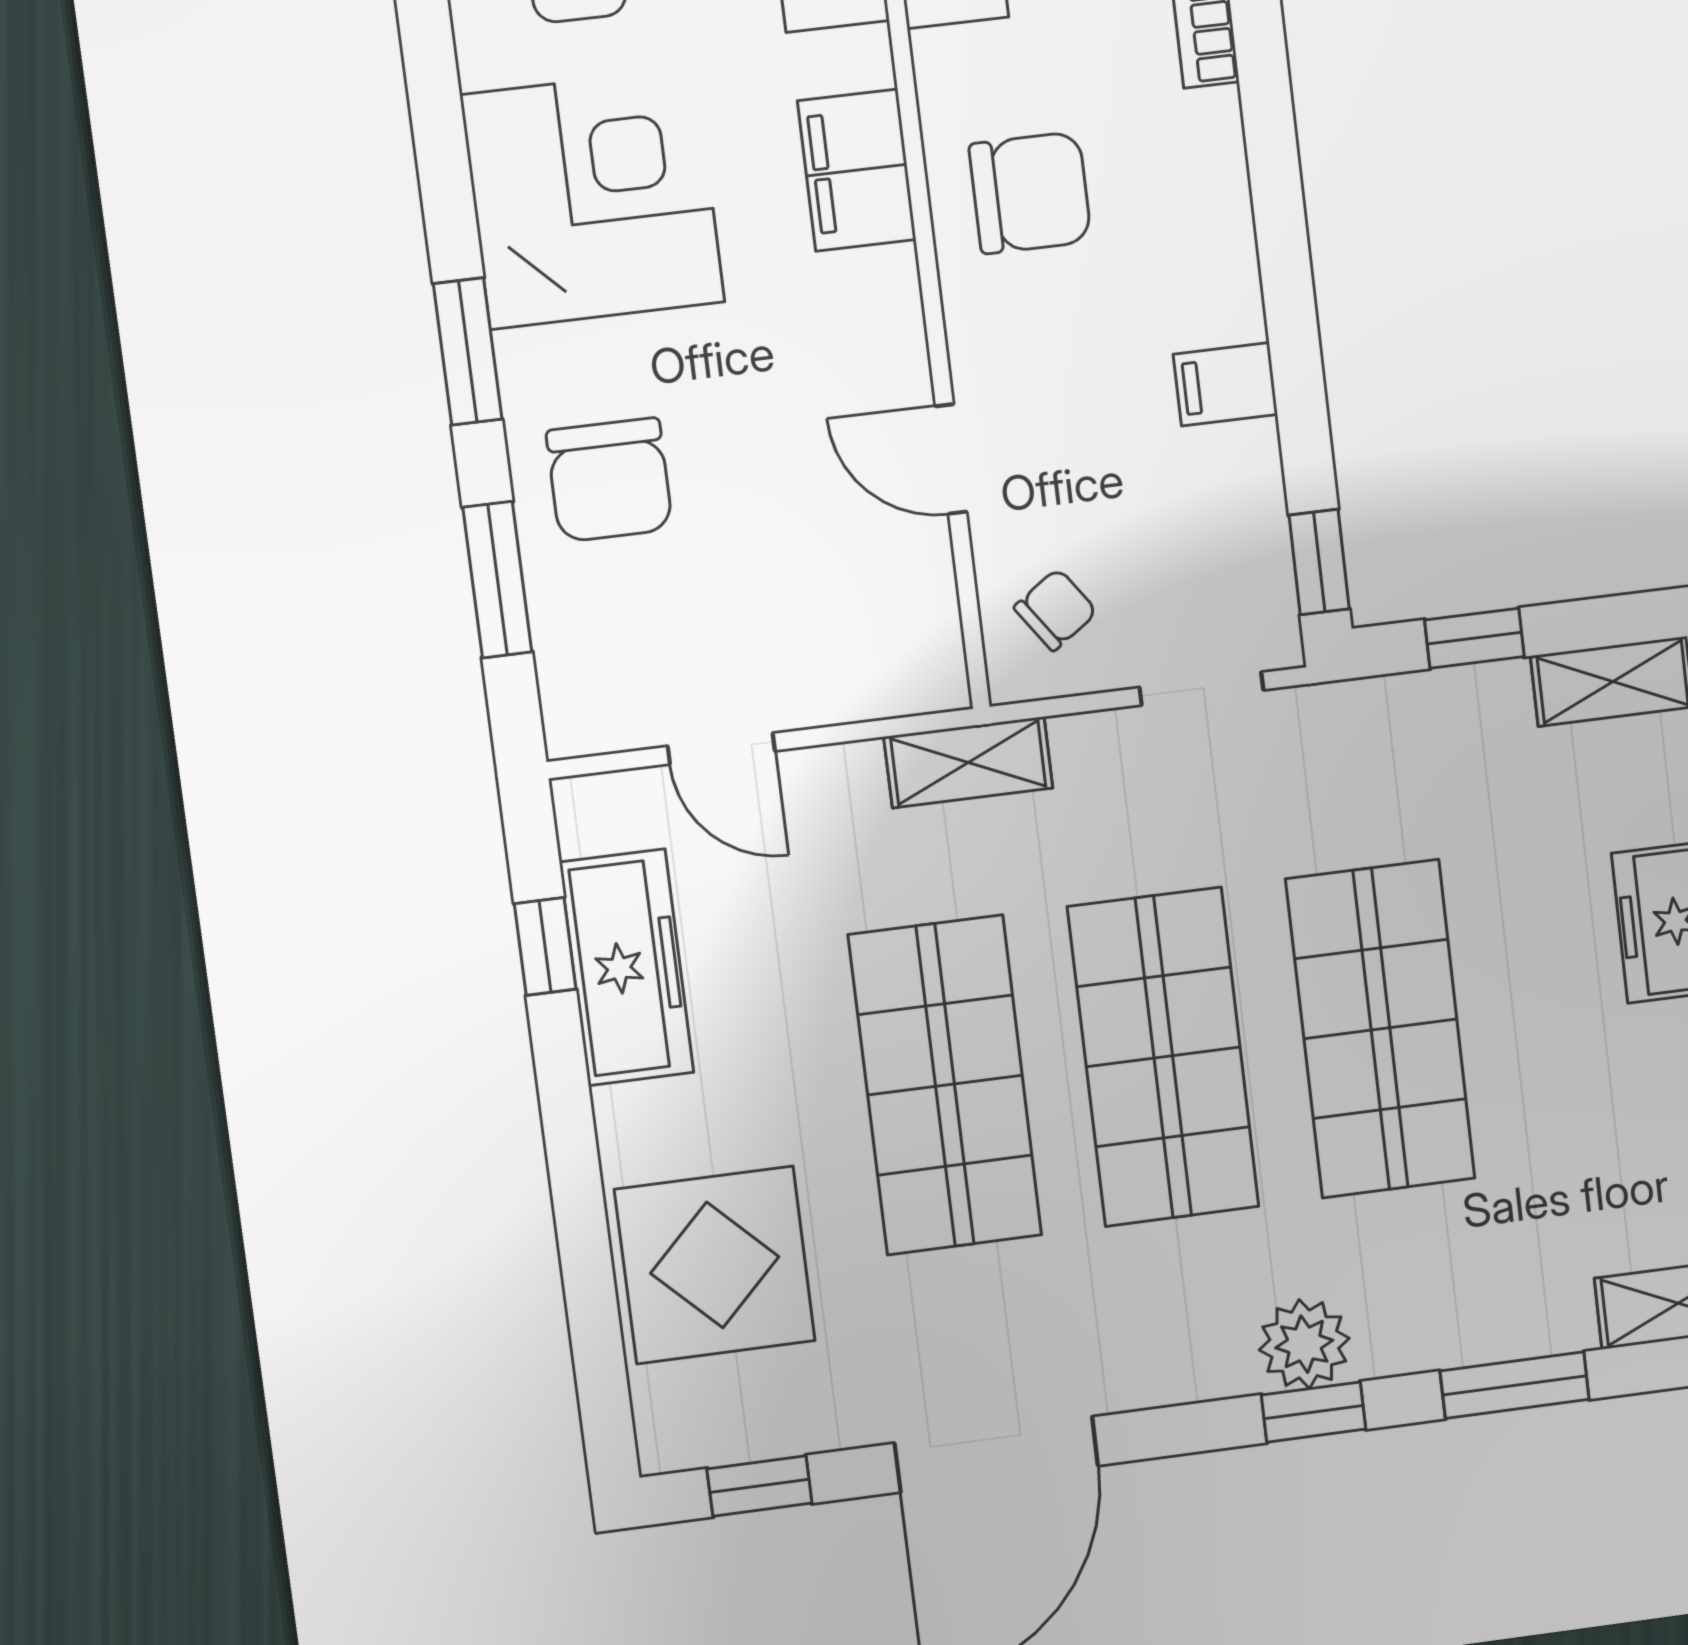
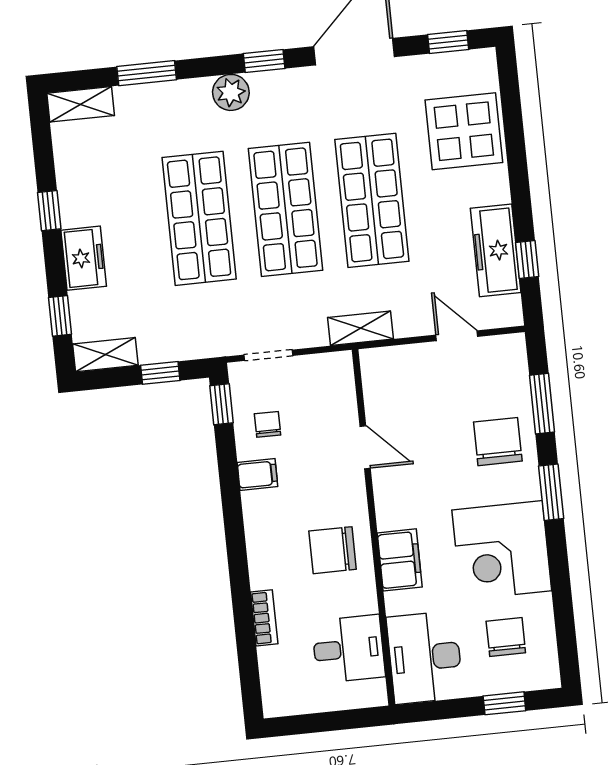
chair: (1056, 610) -> (268, 424), moved, turned 125
window: (1314, 1412) -> (264, 61), moved

